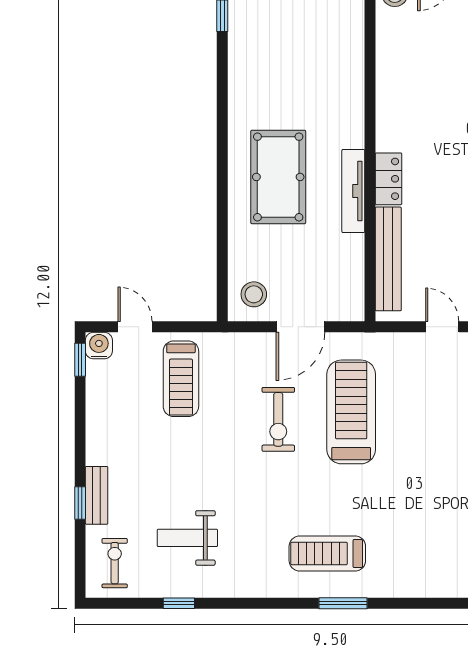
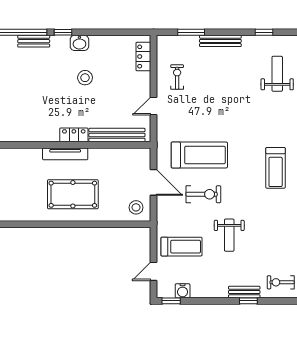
tv unit: (353, 191) -> (65, 154), moved
water cooler: (99, 346) -> (183, 291), moved, turned -90
treadmill: (351, 412) -> (199, 155), turned 180
weight bench: (187, 538) -> (229, 235), moved

